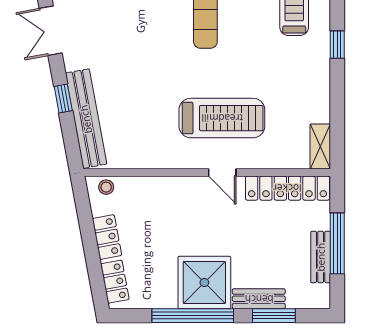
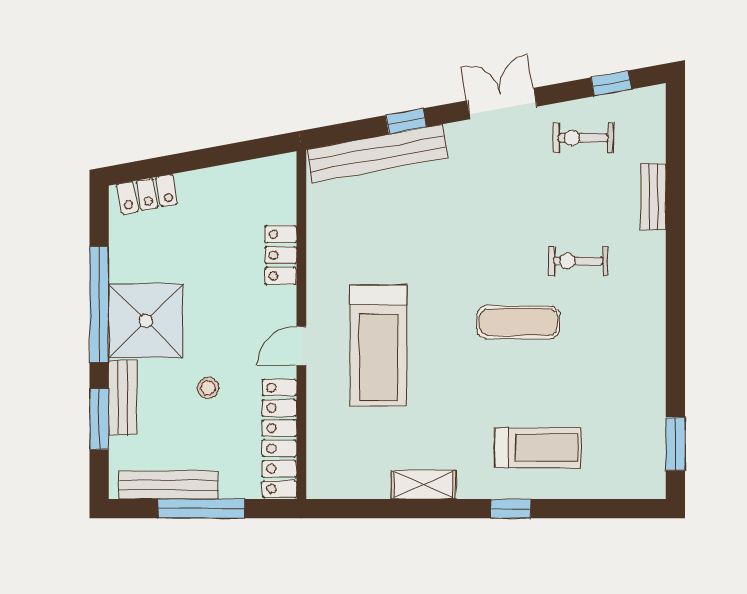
window: (337, 45) -> (511, 509), moved
shelving: (320, 147) -> (424, 485), moved
stool: (106, 187) -> (208, 388), moved
locker: (107, 237) -> (281, 255), moved, turned 100
bench: (321, 257) -> (169, 485), width x1.36

